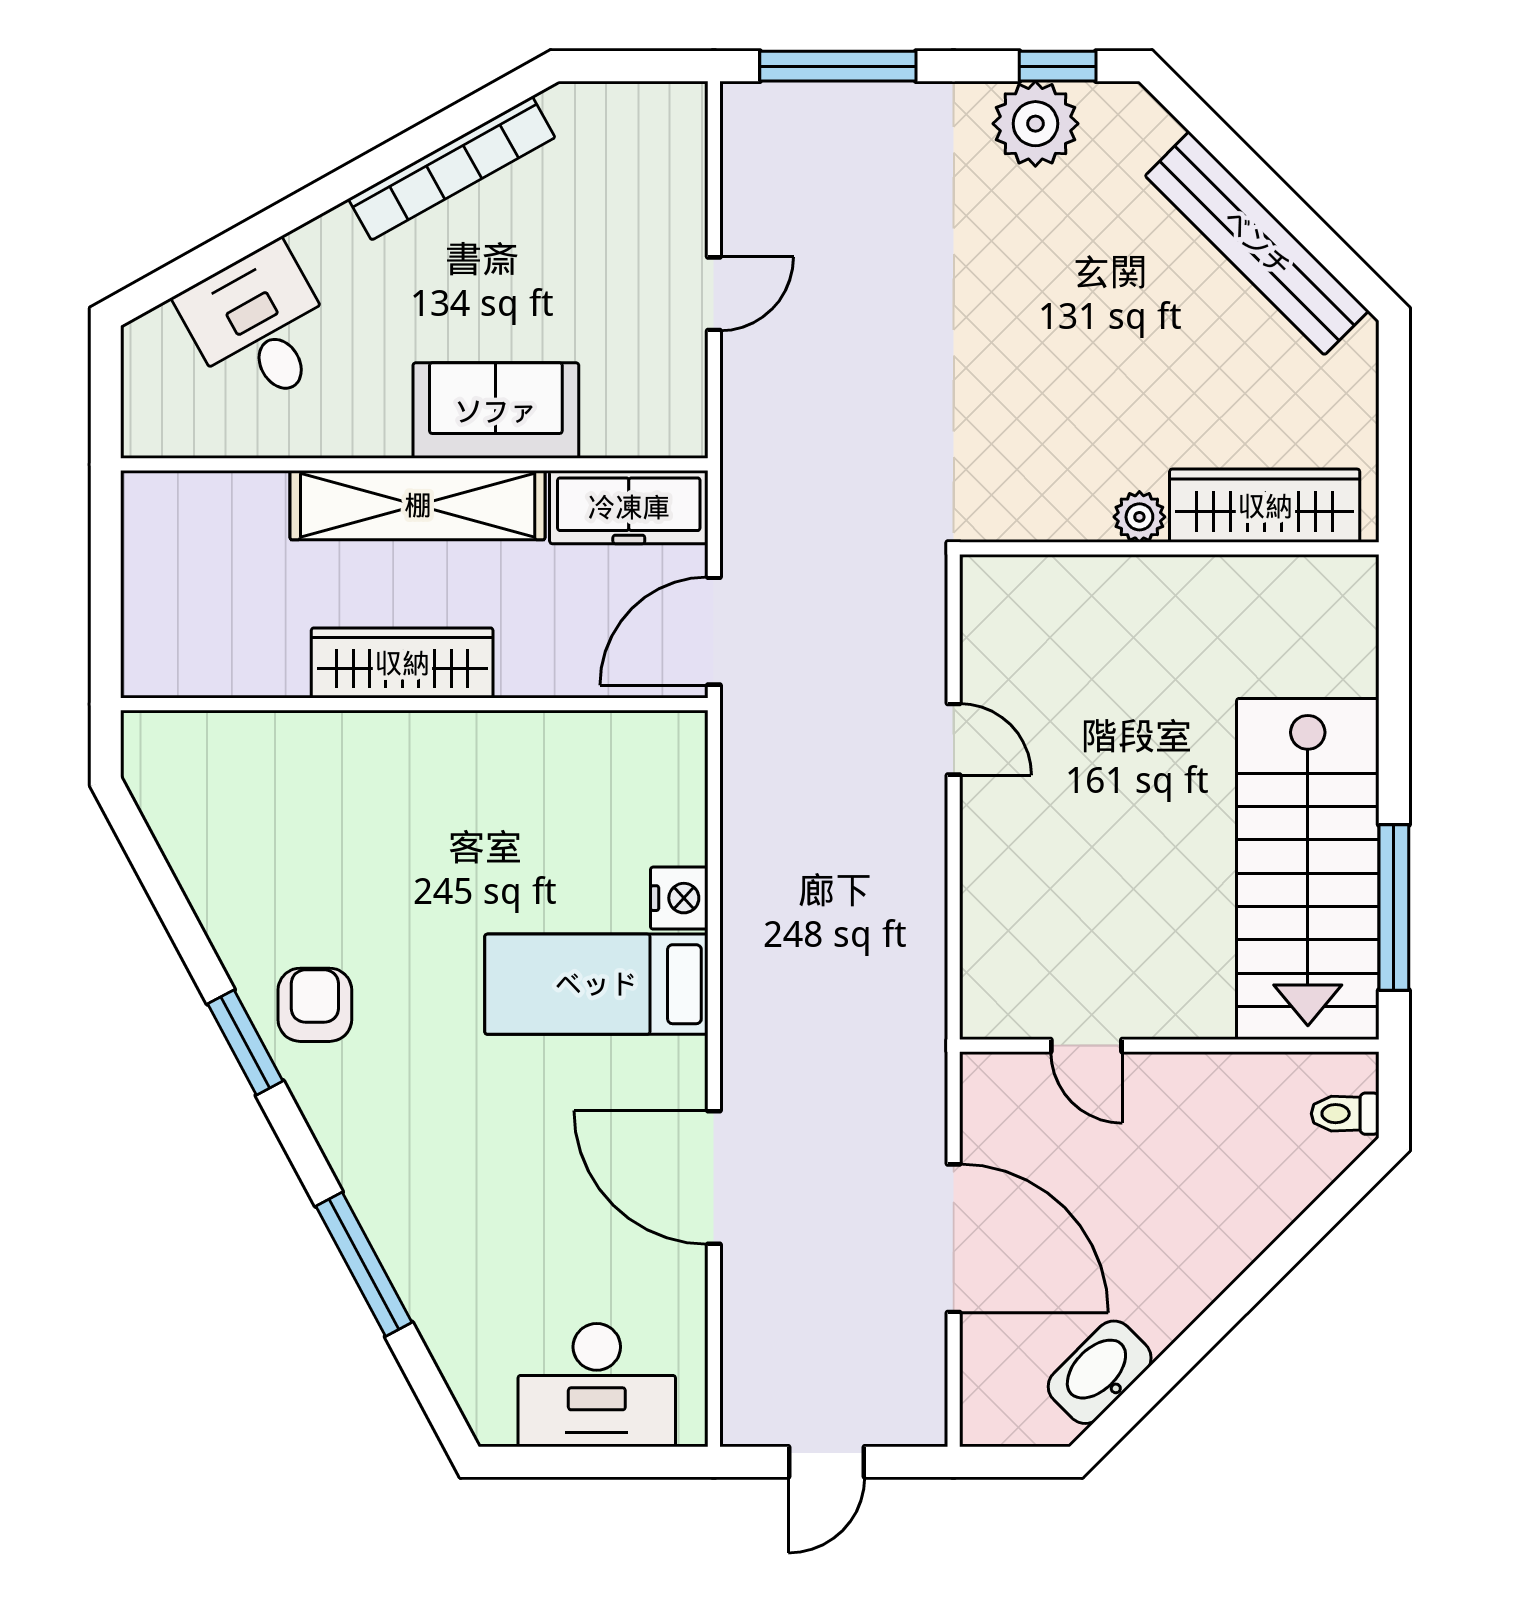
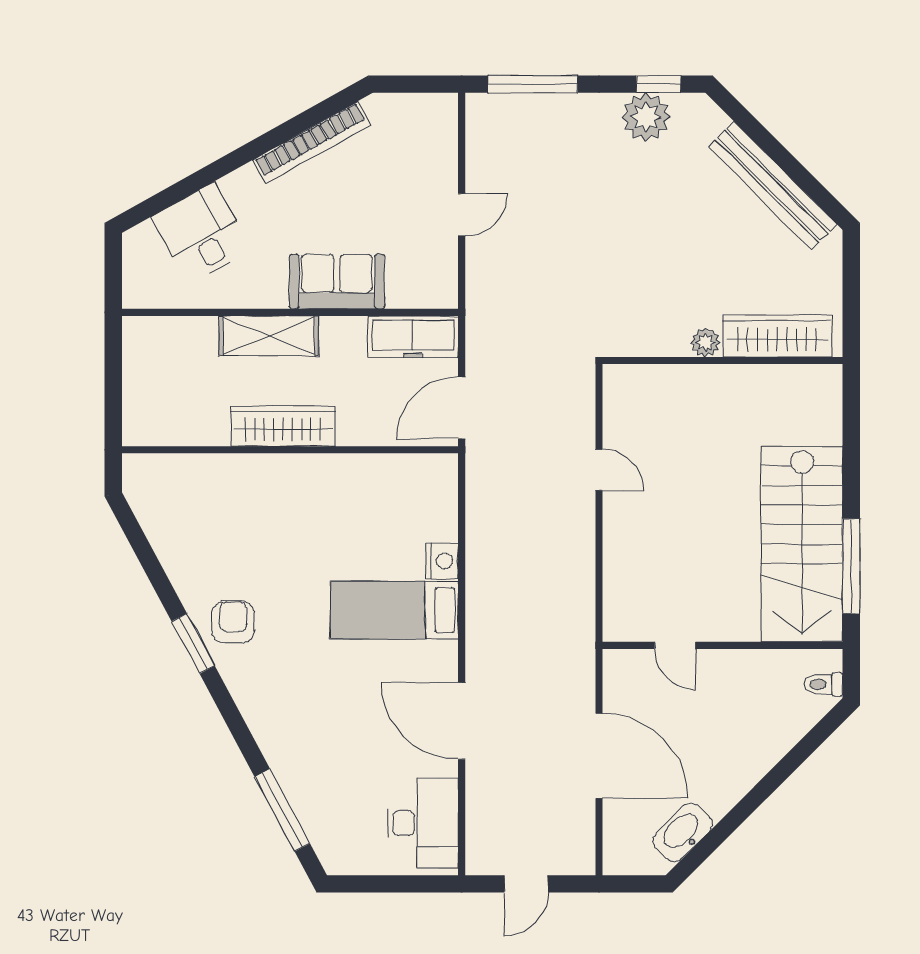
shelving: (418, 505) -> (269, 336), width x0.68
window: (364, 1264) -> (282, 810), moved
desk: (597, 1385) -> (423, 823), moved, turned -90

